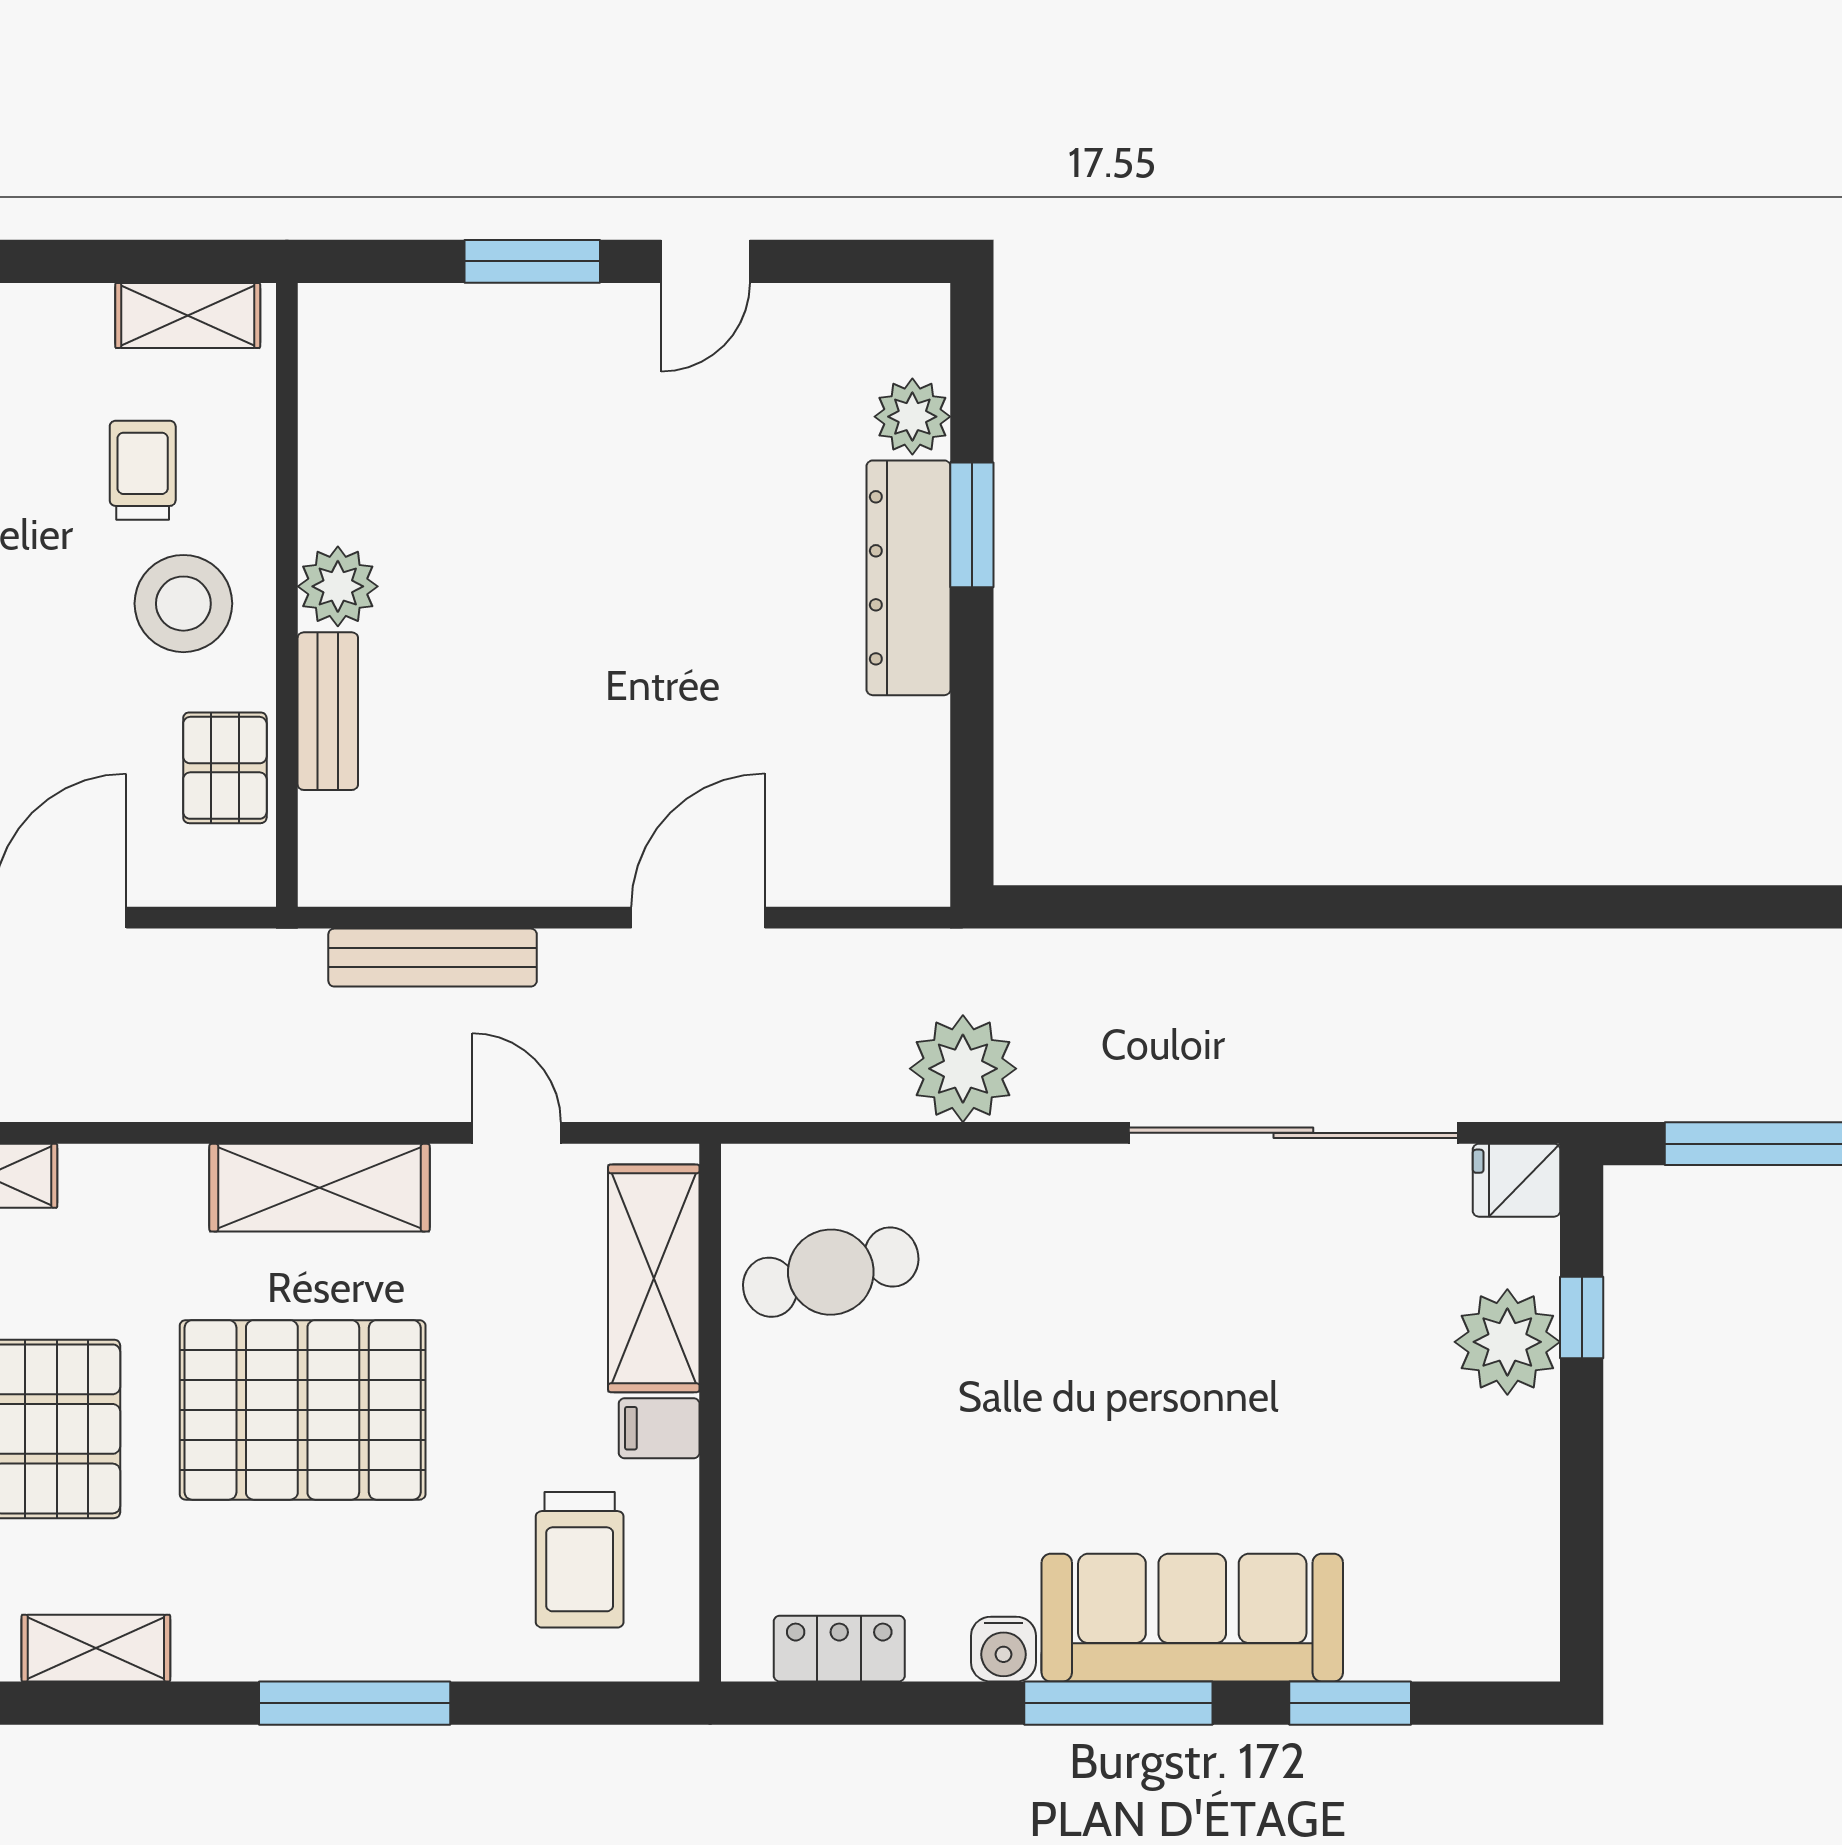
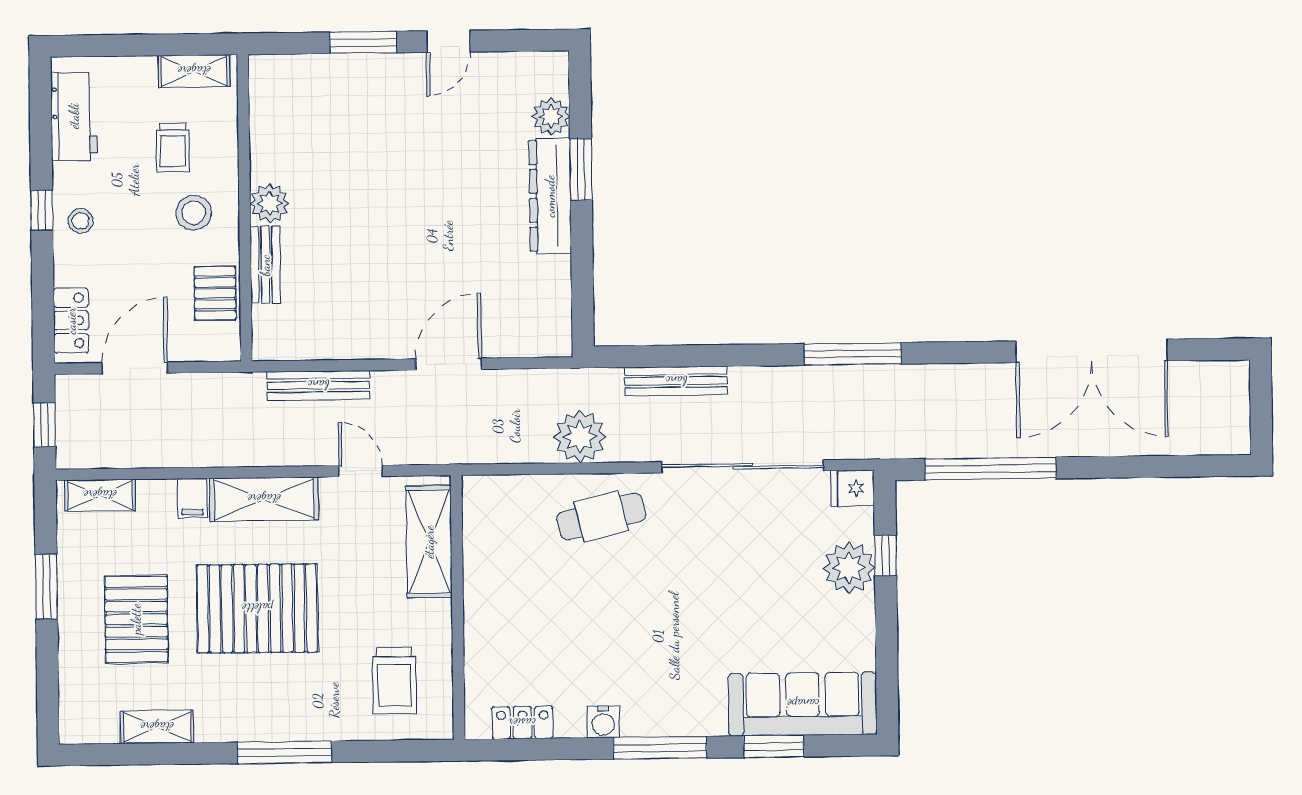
trolley: (143, 470) -> (173, 147), turned 180
stool: (183, 604) -> (194, 213), width x0.73, depth x0.73
window: (1520, 907) -> (853, 354), added
bench: (1160, 958) -> (676, 381), added
cafe table: (831, 1272) -> (601, 516), moved
filing cabinet: (659, 1428) -> (192, 498), moved, turned -90
sofa: (1192, 1618) -> (803, 704), moved

